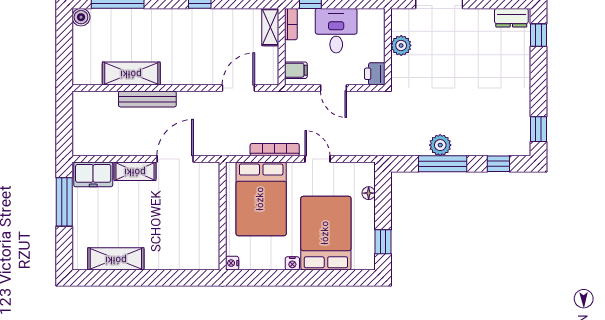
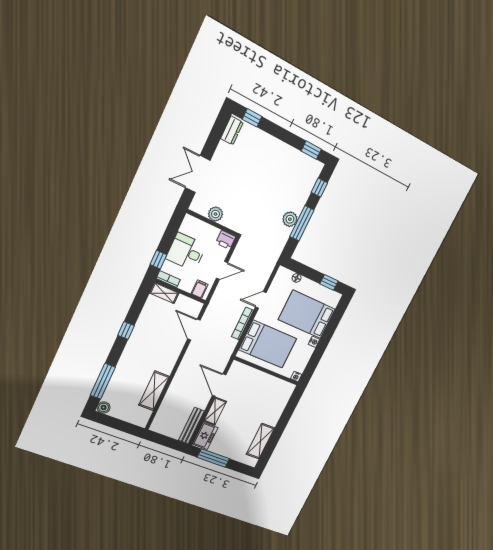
bench: (147, 99) -> (191, 426), moved

